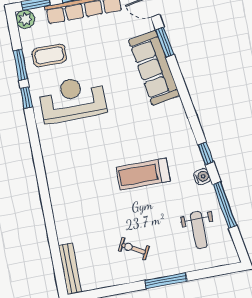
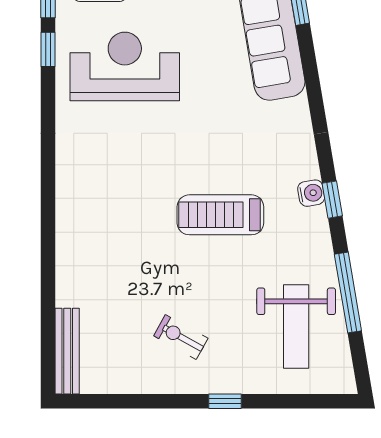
water cooler: (202, 177) -> (311, 193), moved
weight bench: (199, 230) -> (296, 326), width x1.36, depth x1.33
window: (166, 281) -> (225, 401), width x0.46

